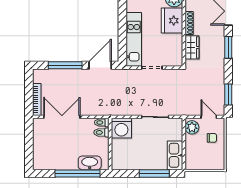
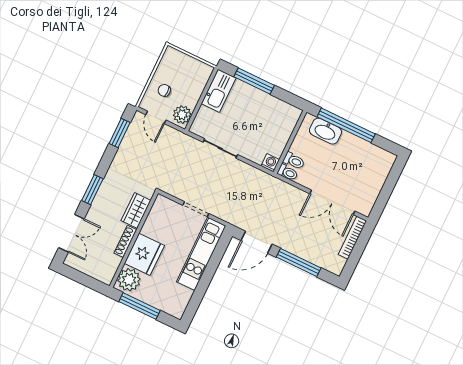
washing machine: (121, 128) -> (270, 163), width x0.53, depth x0.53

